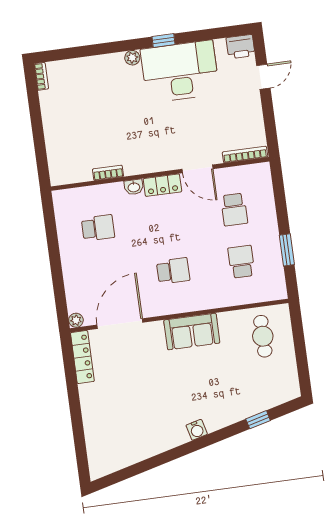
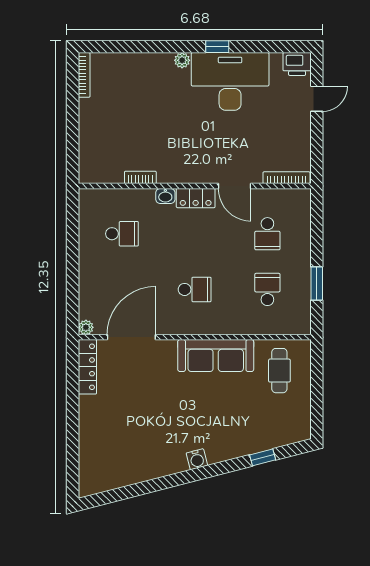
bookcase: (41, 76) -> (84, 75), width x1.56
sofa: (192, 331) -> (216, 356), width x1.36

